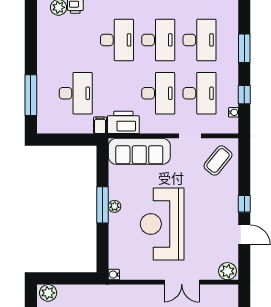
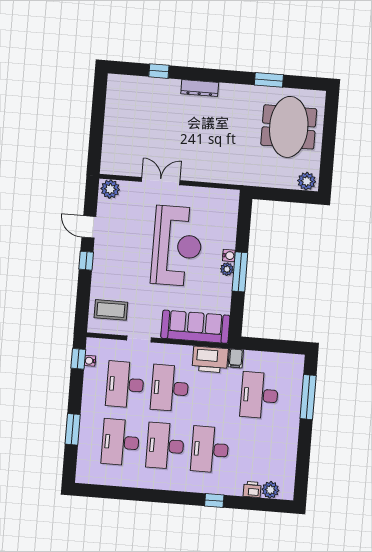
window: (244, 95) -> (78, 359), moved
coffee table: (218, 160) -> (111, 310), turned 51
water cooler: (114, 275) -> (229, 255), moved

